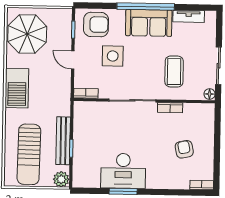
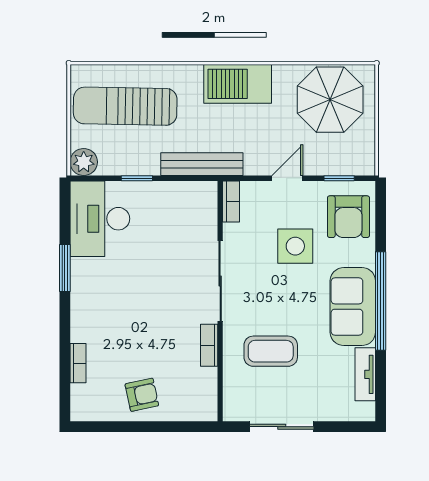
floor lamp: (210, 94) -> (233, 412), removed
bench: (63, 141) -> (202, 164), moved
armchair: (184, 149) -> (142, 395), moved
desk: (123, 171) -> (100, 219), moved
bookcase: (202, 185) -> (78, 363), moved

